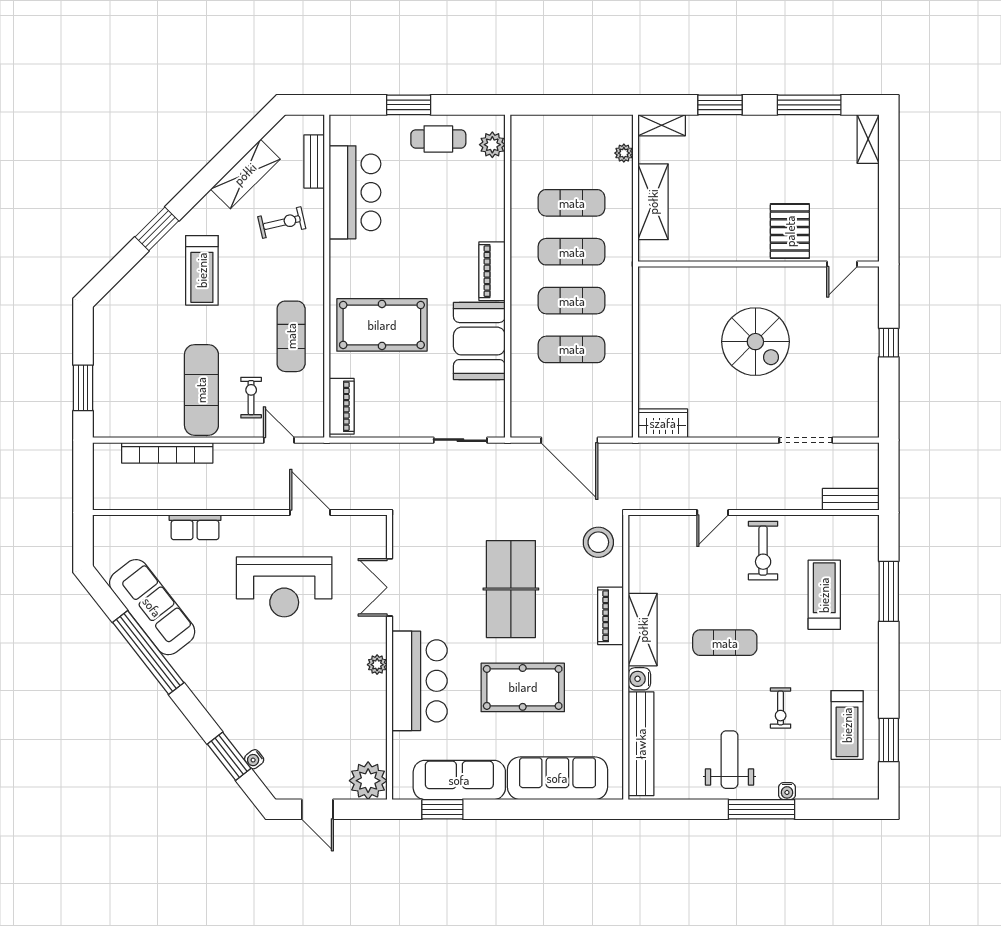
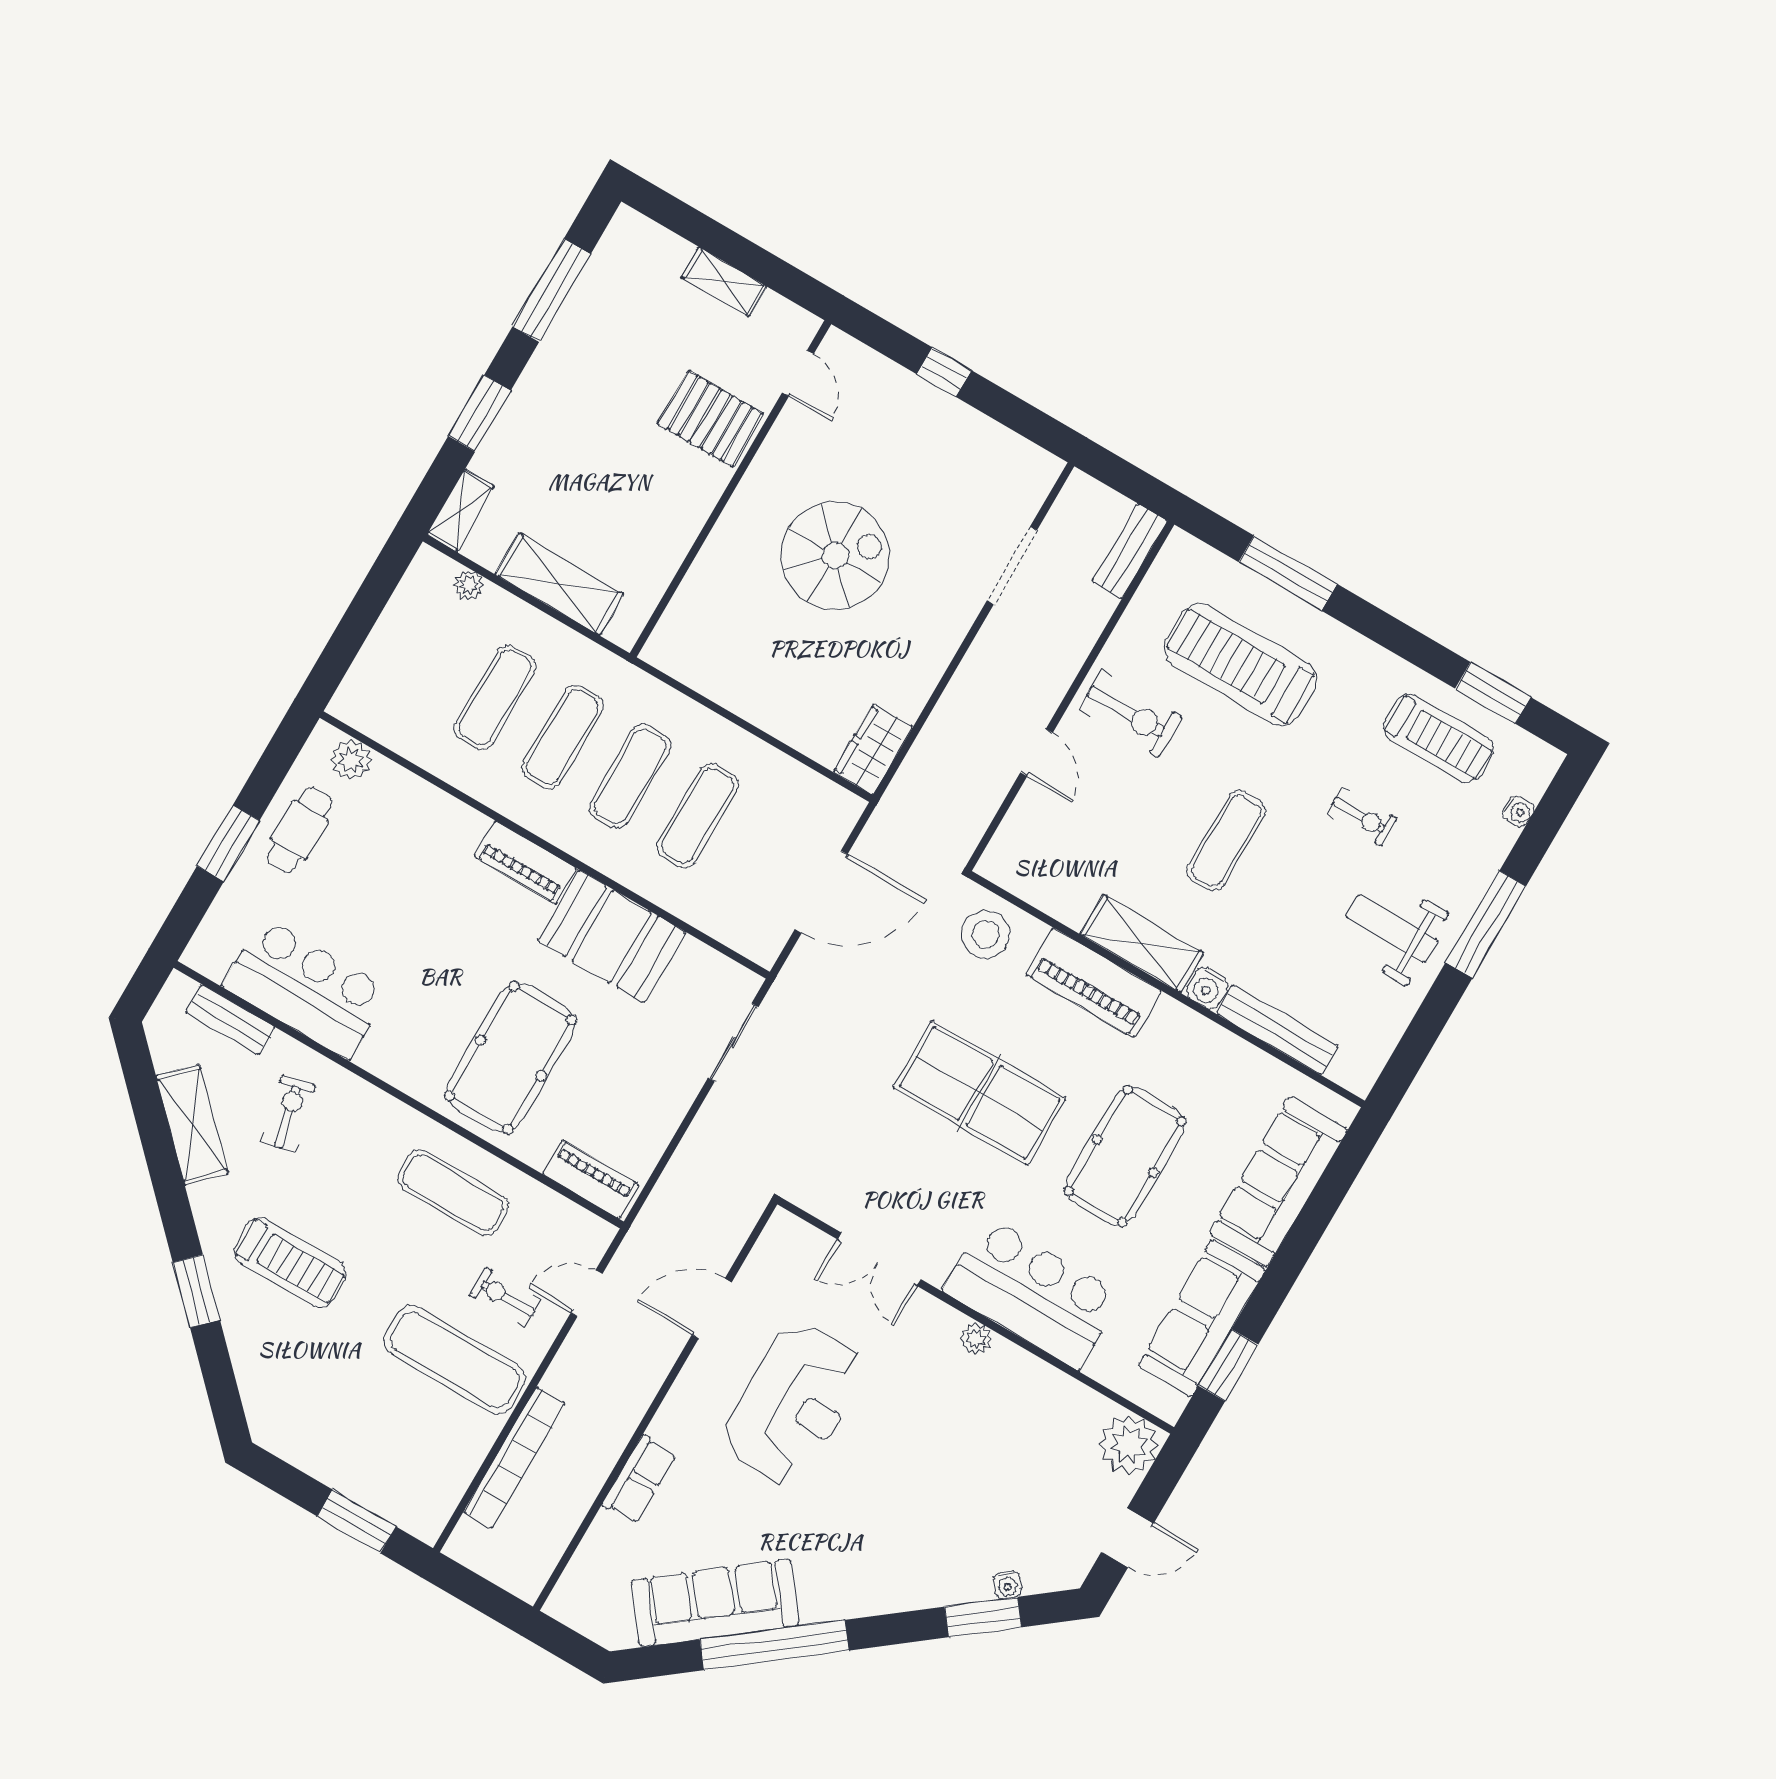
shelving: (868, 139) -> (724, 282), moved
treadmill: (824, 595) -> (1240, 665), width x1.37, depth x1.38
piano: (611, 616) -> (1093, 983), width x1.37, depth x1.33
bench: (641, 744) -> (1277, 1030), width x0.73, depth x0.82
water cooler: (787, 791) -> (1518, 811), moved

